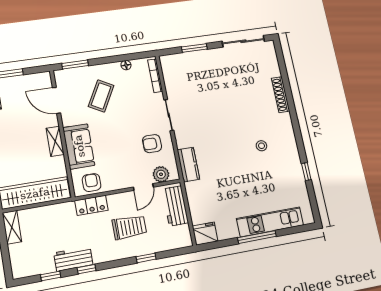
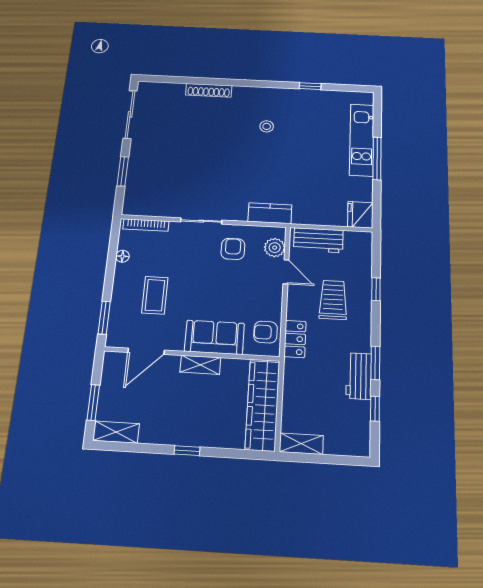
coffee table: (101, 96) -> (155, 295), turned 61
armchair: (152, 144) -> (233, 249), turned 180
window: (87, 269) -> (375, 363), width x1.50

